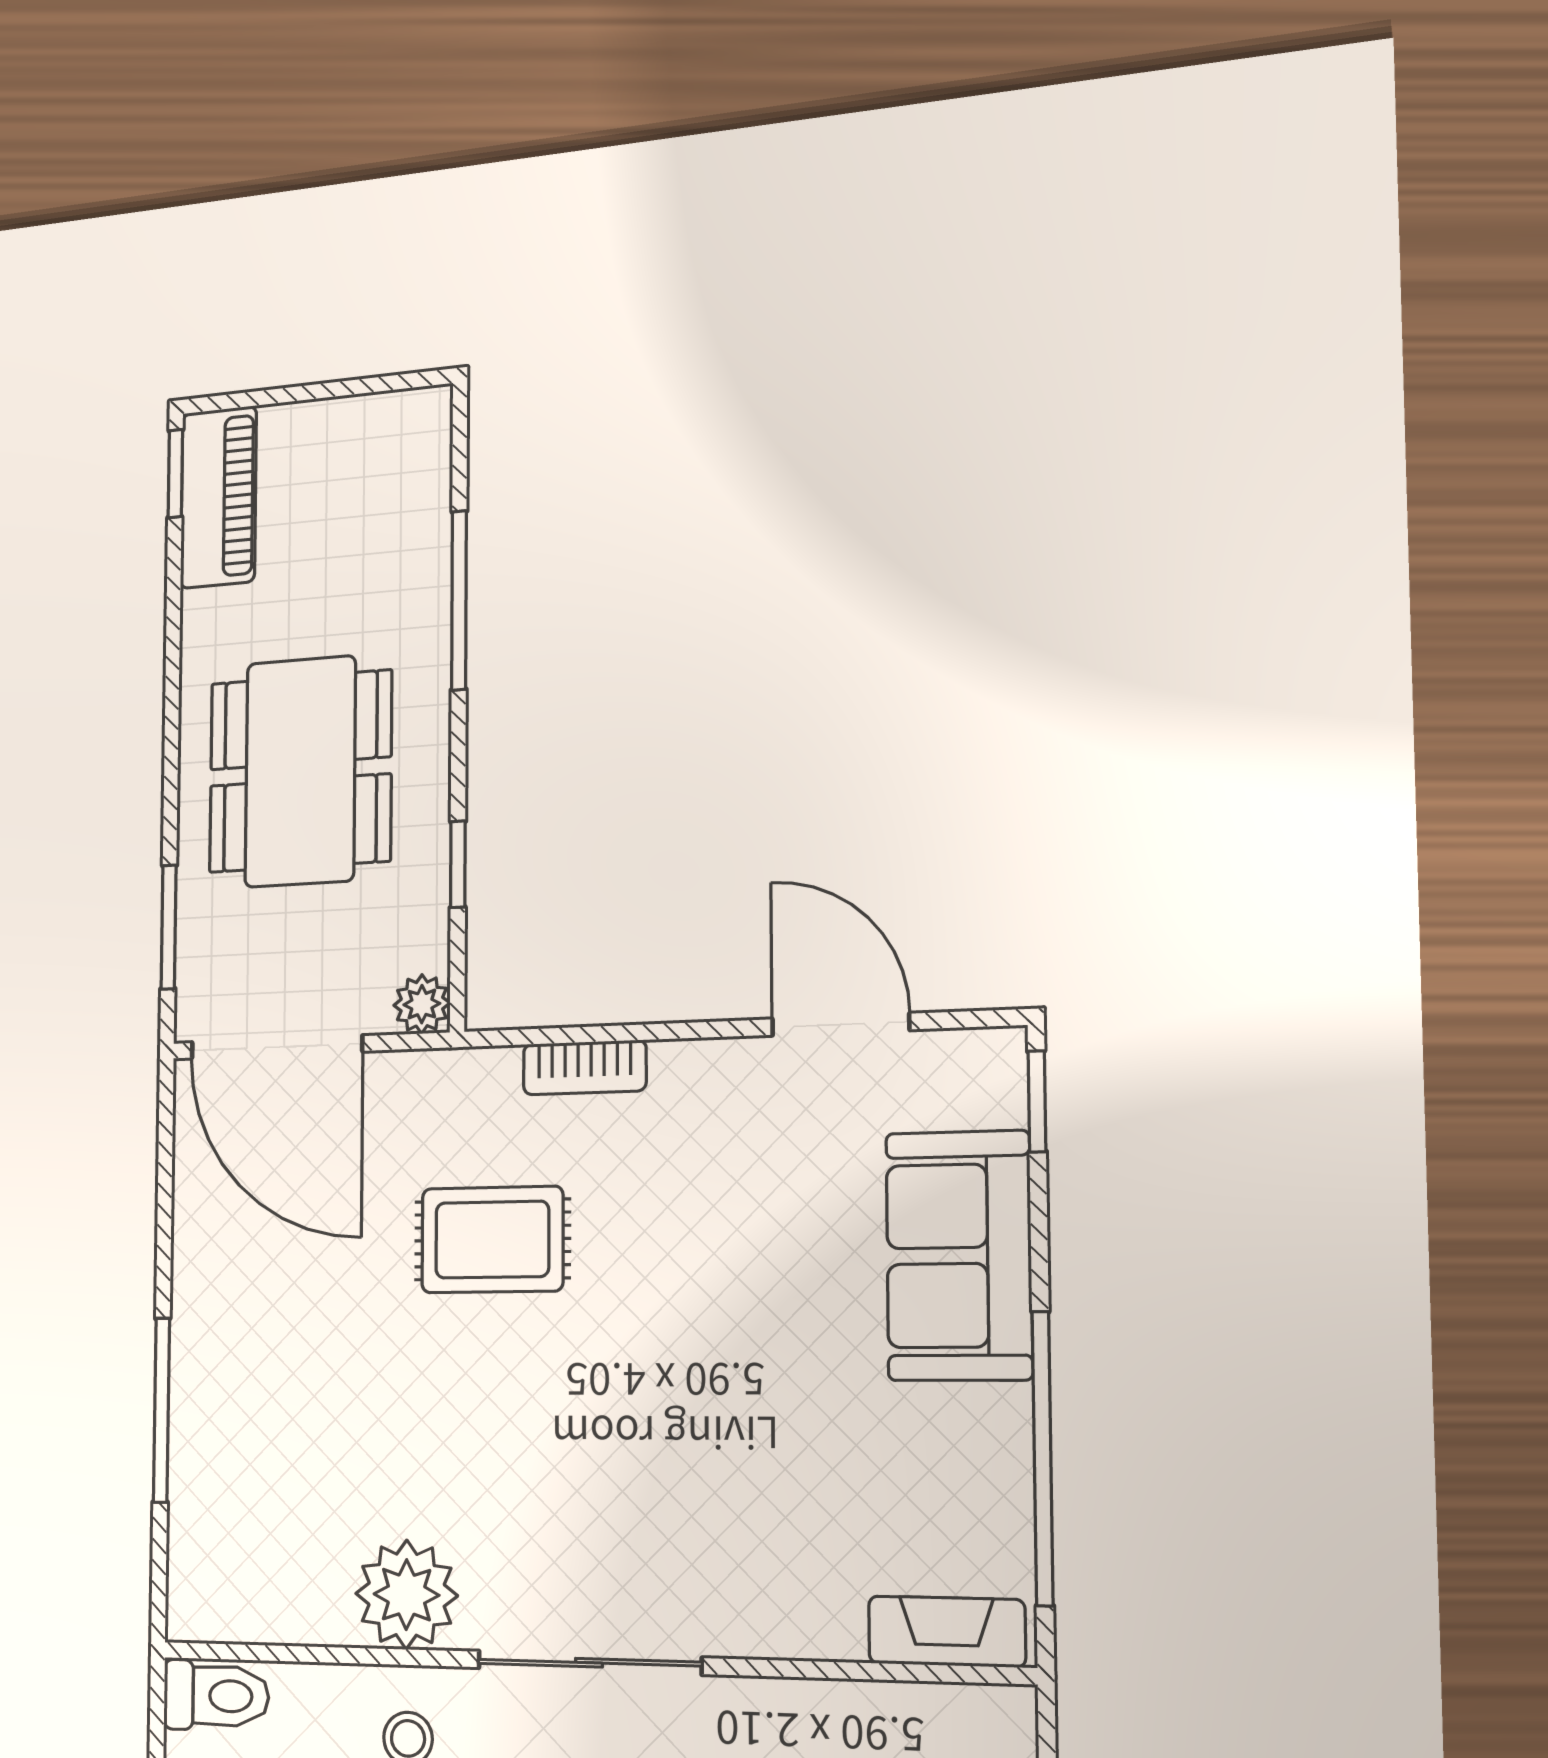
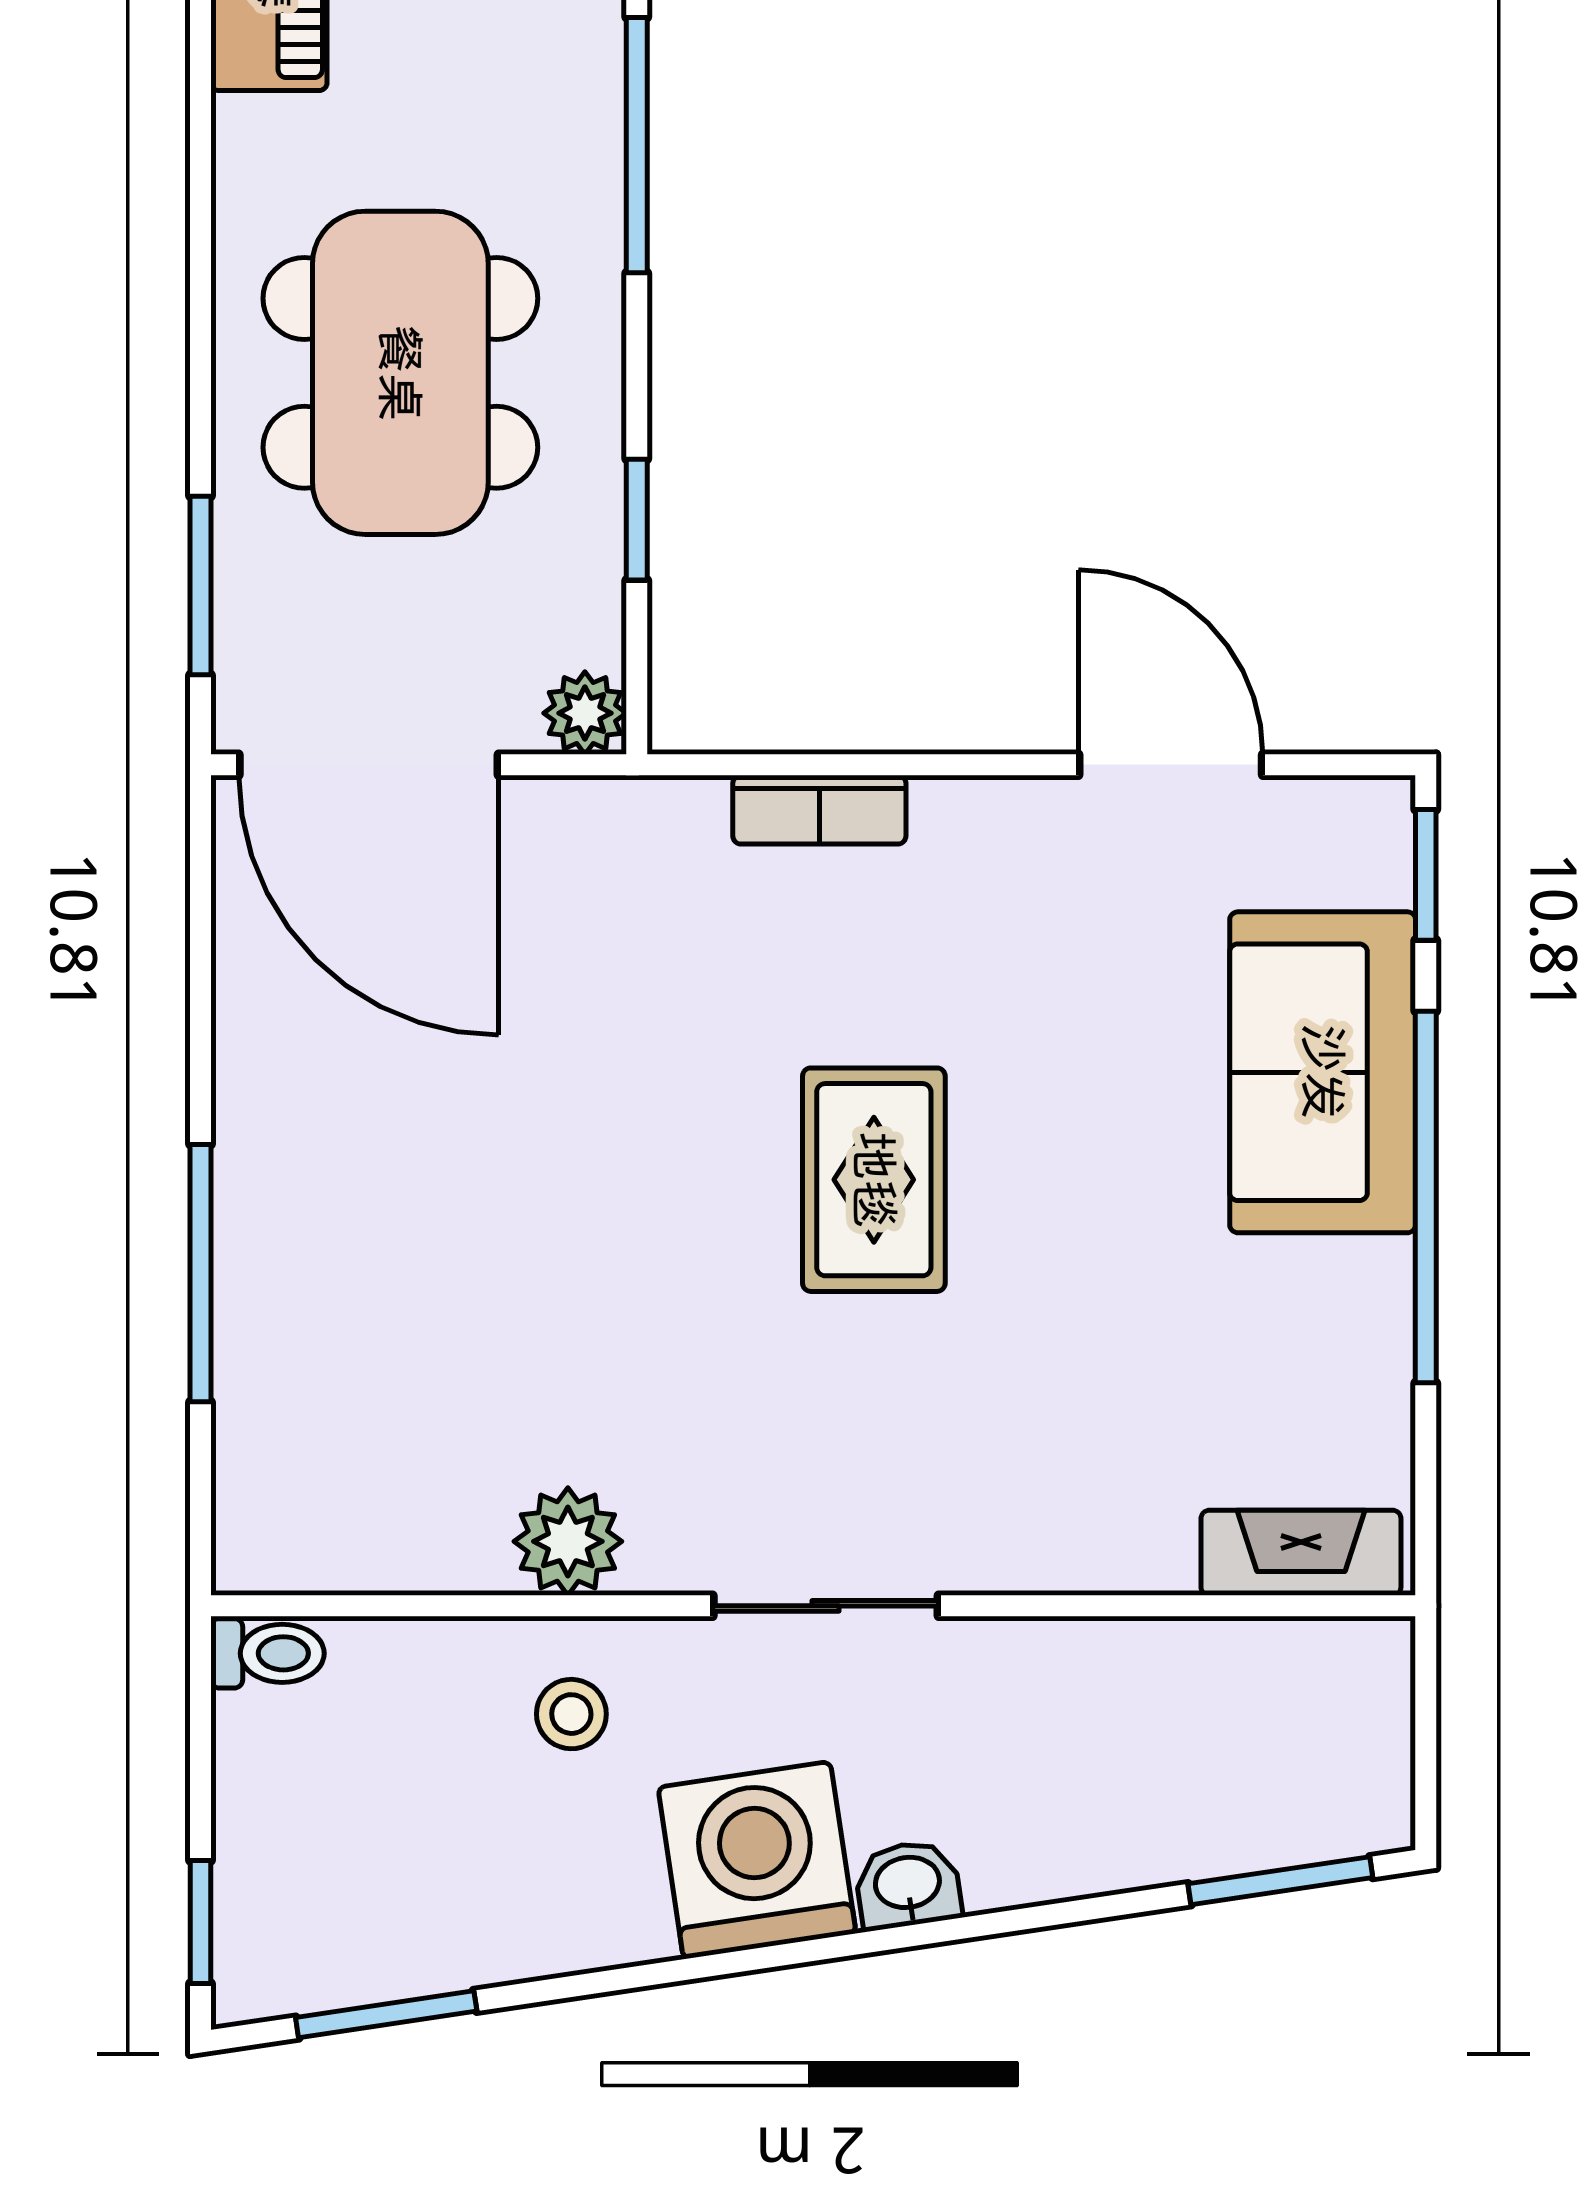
rug: (492, 1240) -> (874, 1180), moved, turned 90
window: (1043, 1458) -> (1426, 1197), moved
plant: (406, 1595) -> (568, 1541), width x0.73, depth x0.73
sliding door: (589, 1663) -> (826, 1606), width x0.73
toilet: (216, 1696) -> (267, 1653), width x0.73, depth x0.72

